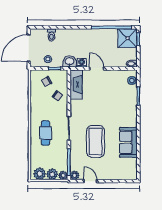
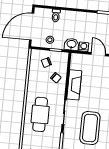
fireplace: (76, 85) -> (74, 85), moved
cafe table: (46, 133) -> (40, 114), width x1.37, depth x1.35

